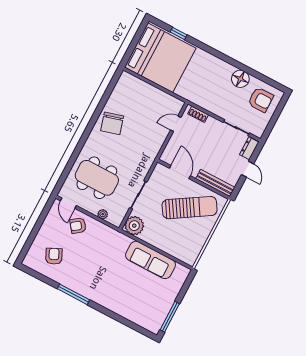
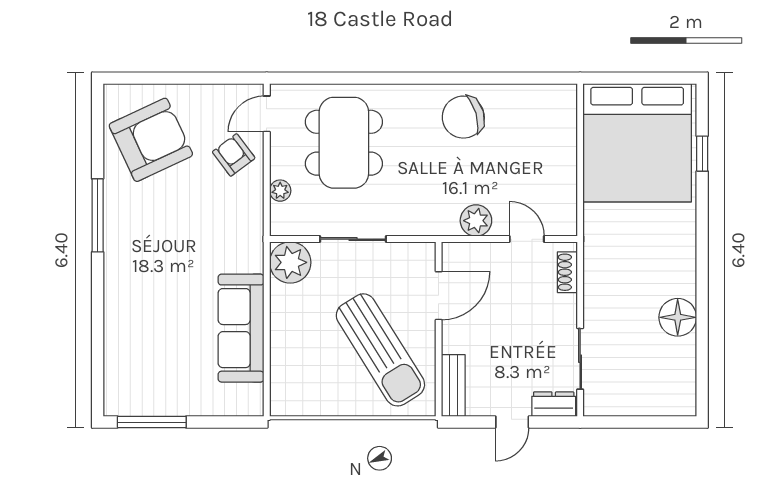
armchair: (261, 100) -> (658, 377), removed
plant: (157, 141) -> (476, 221), added
bench: (215, 183) -> (453, 386), width x0.73
armchair: (54, 256) -> (151, 140), width x1.88, depth x1.88

